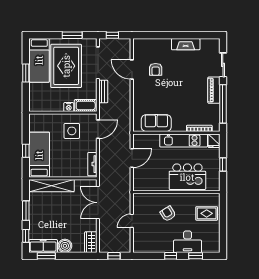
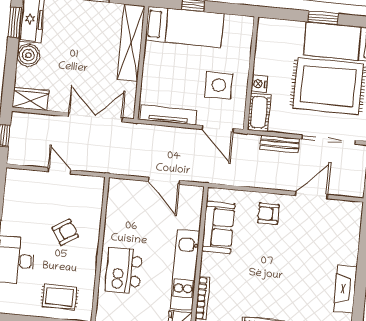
armchair: (156, 69) -> (268, 214), moved
tv unit: (92, 164) -> (168, 115), width x1.41
kitchen island: (187, 177) -> (124, 271), width x0.73, depth x0.78
rug: (207, 213) -> (60, 297), turned 90

